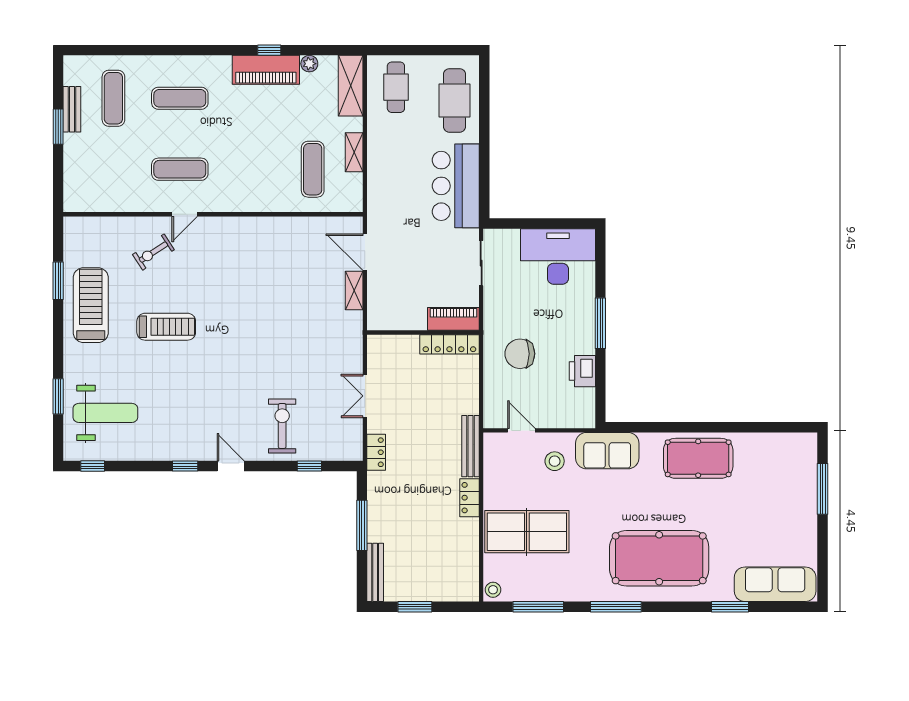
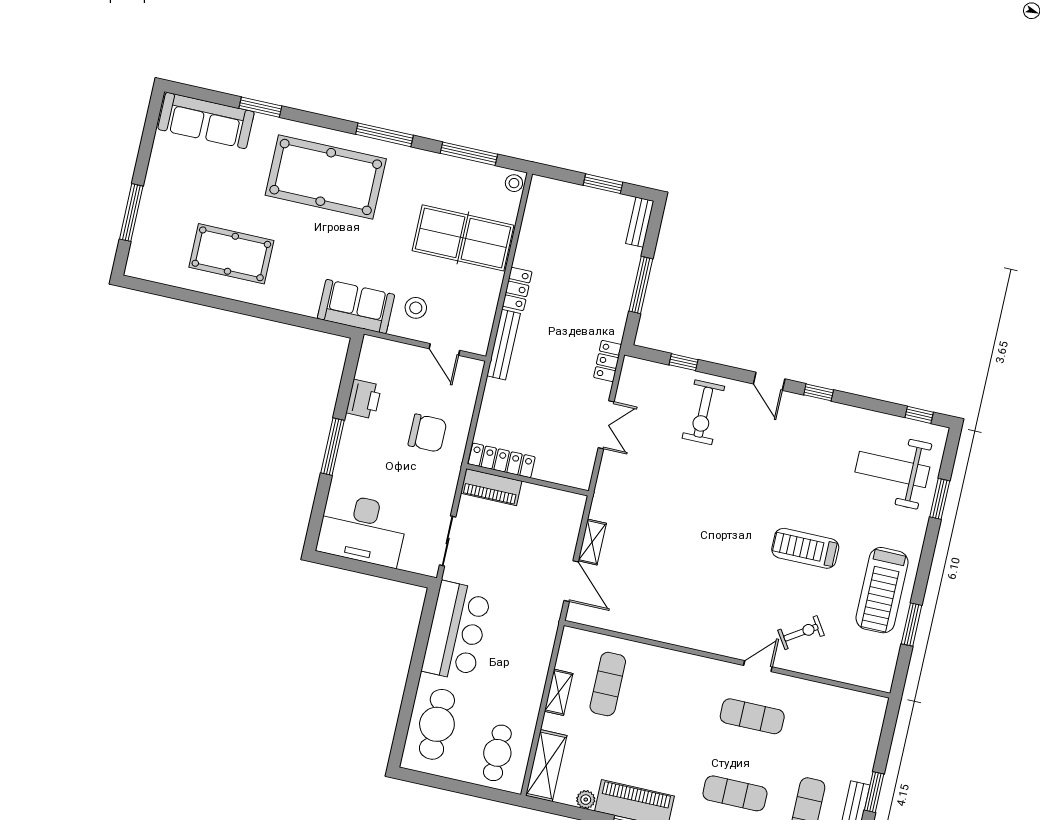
pool table: (698, 458) -> (231, 254), moved
bench: (375, 572) -> (640, 222), width x0.73

